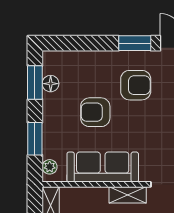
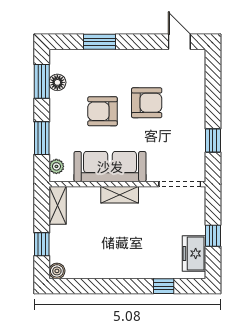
window: (135, 43) -> (100, 42), moved
armchair: (136, 85) -> (147, 103), moved
shelving: (128, 195) -> (120, 195), moved

